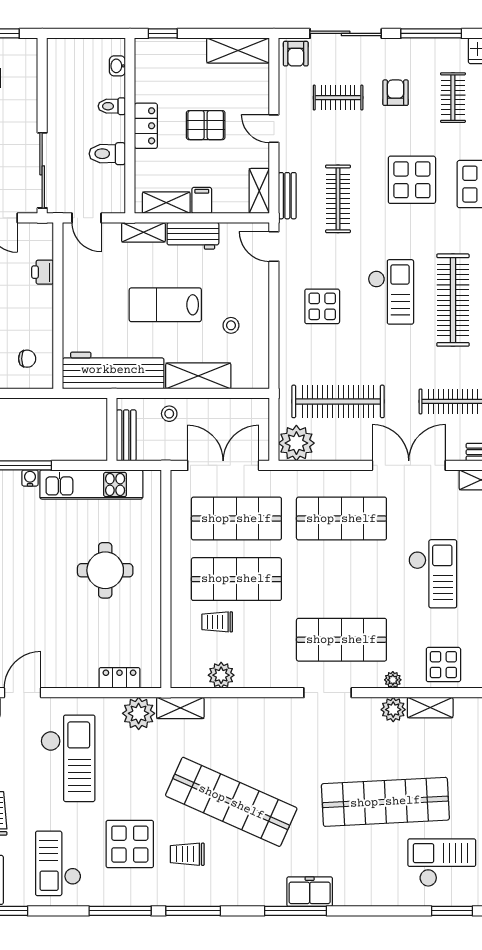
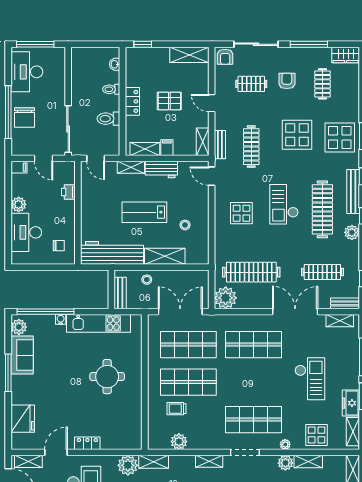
checkout: (391, 292) -> (284, 204), turned 180
locker: (119, 678) -> (87, 443), moved
shelving: (270, 707) -> (209, 461), added

